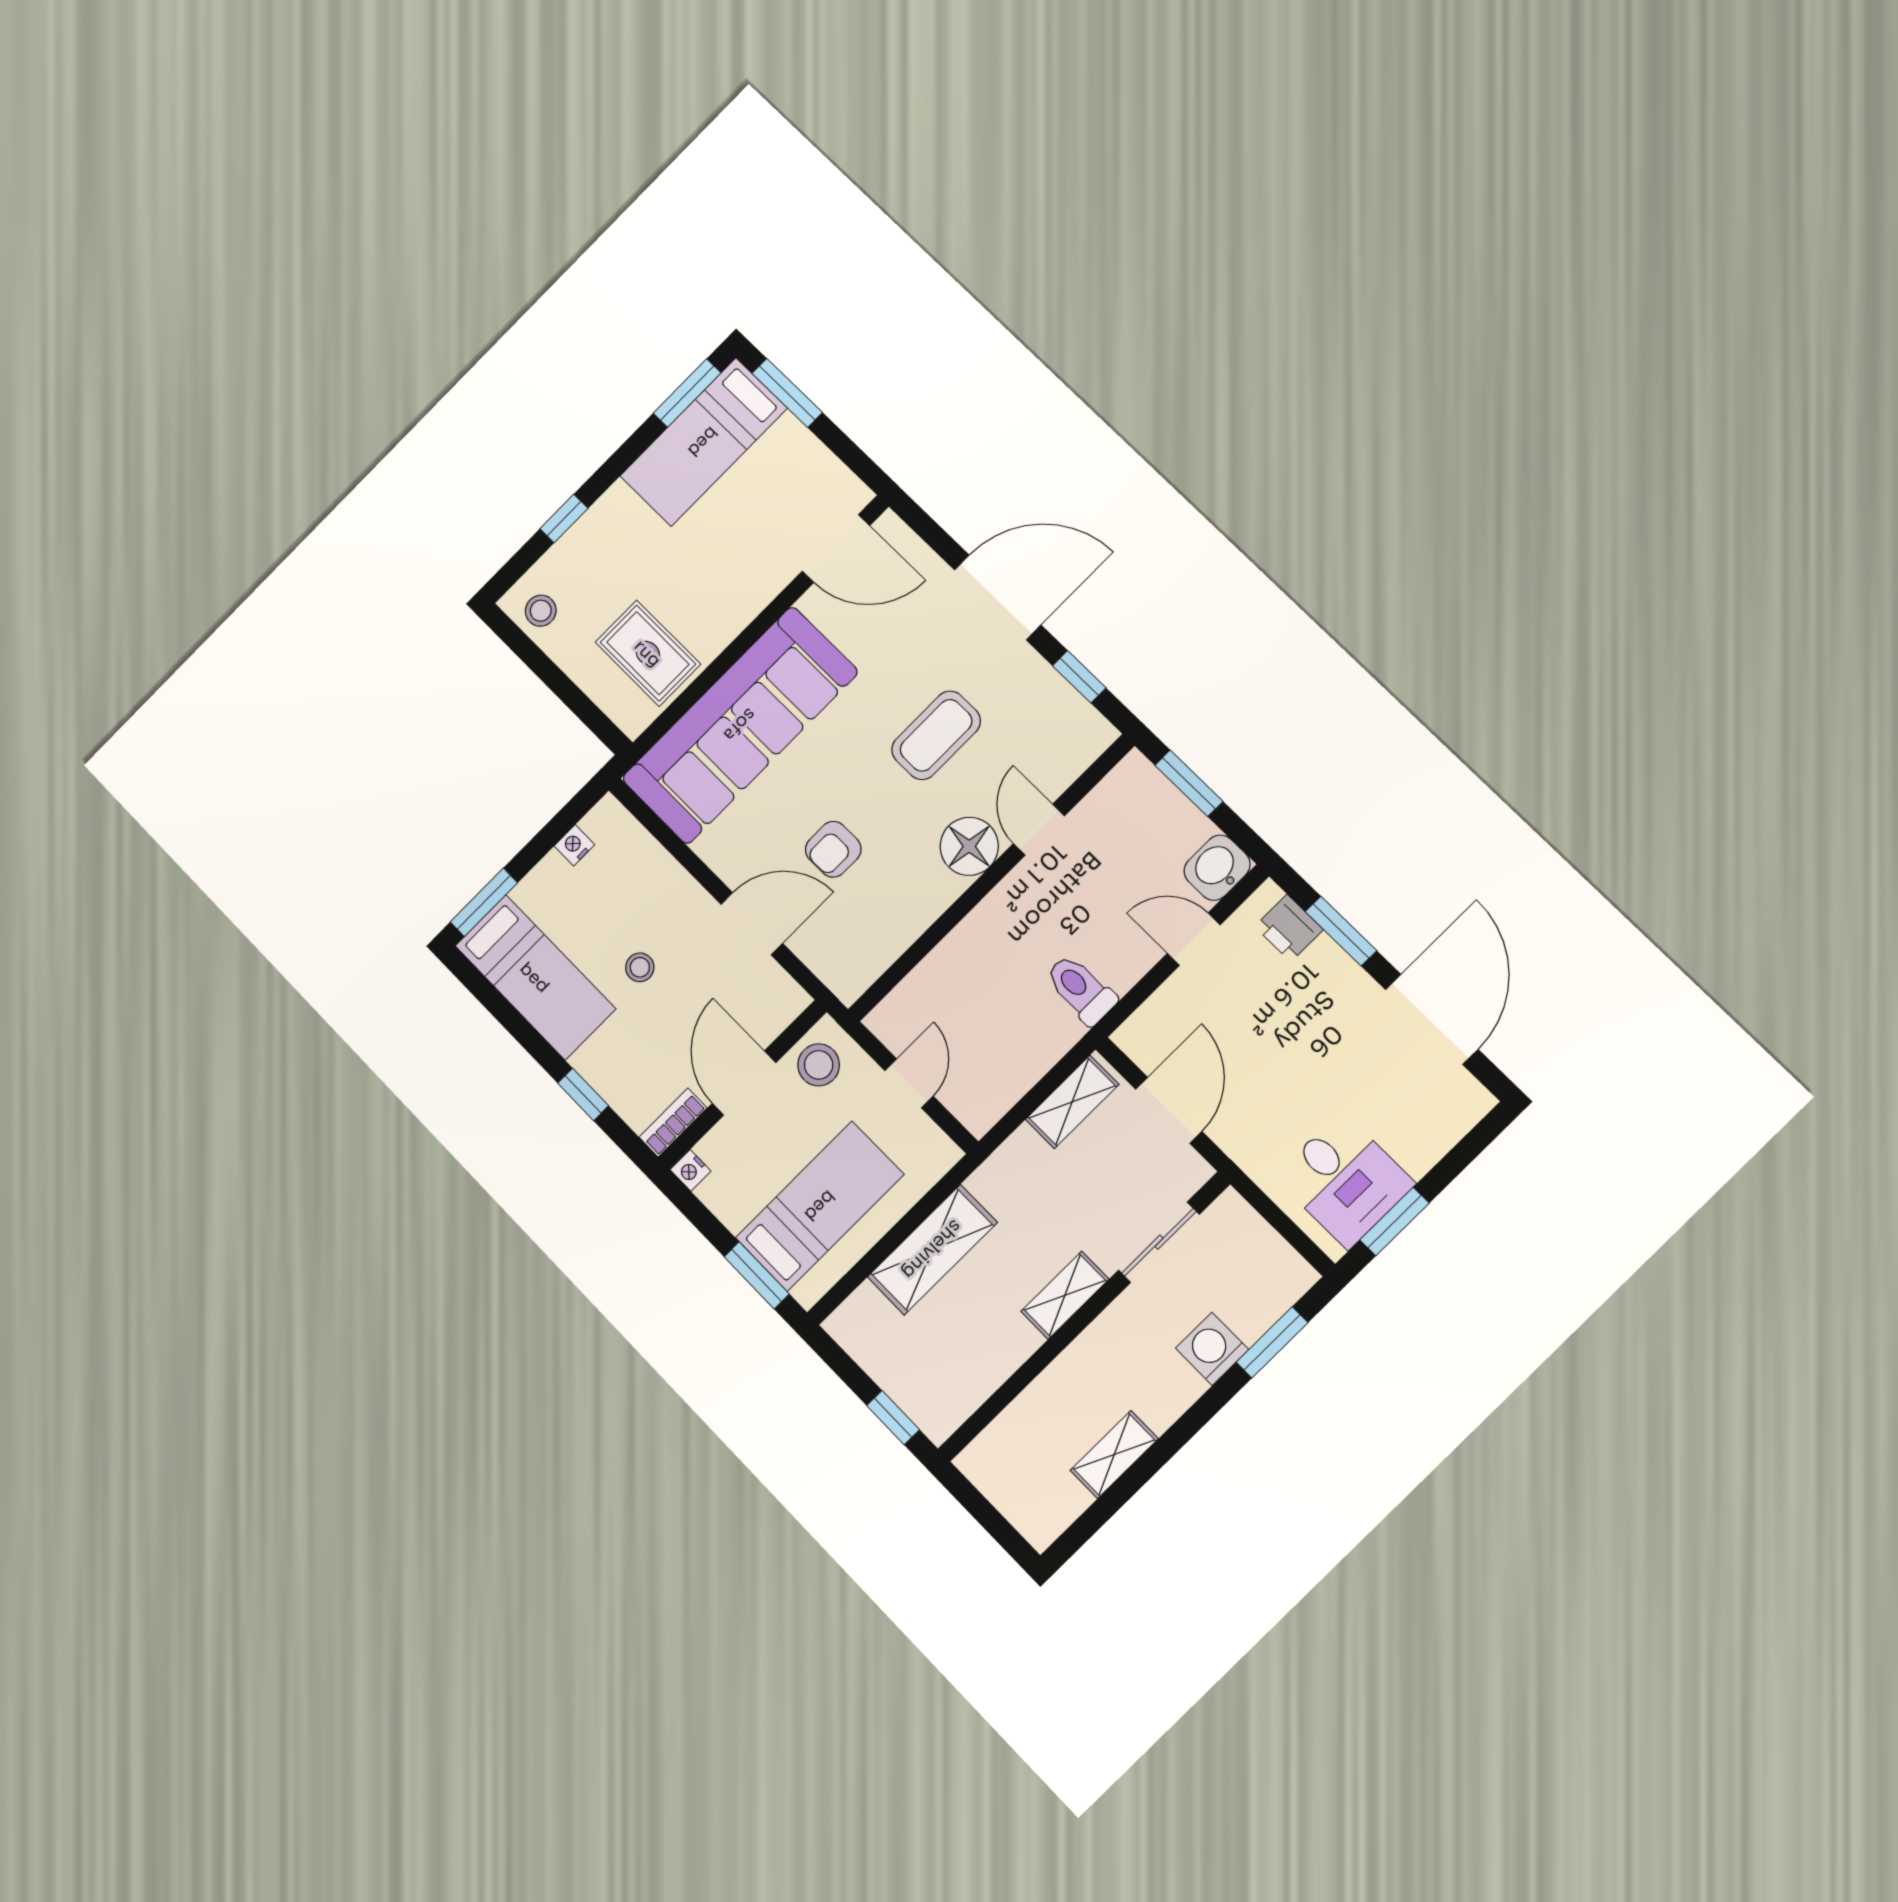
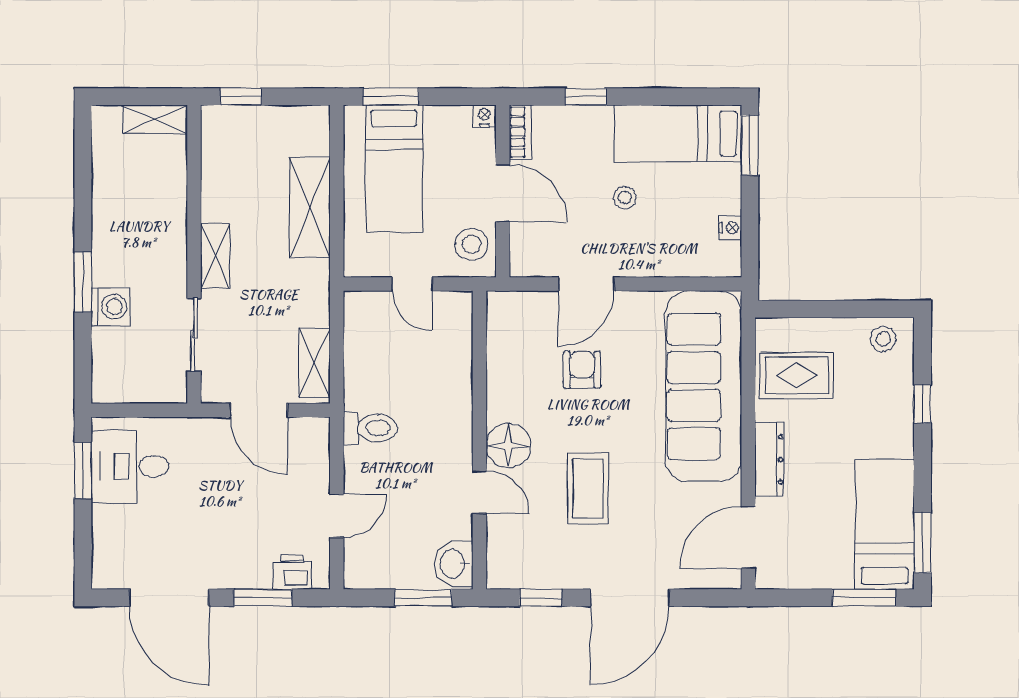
dresser: (747, 601) -> (769, 460), added
washbasin: (1217, 868) -> (454, 564), moved, turned 180
window: (1272, 1342) -> (83, 282), moved
shelving: (1114, 1455) -> (155, 119), moved, turned 90

